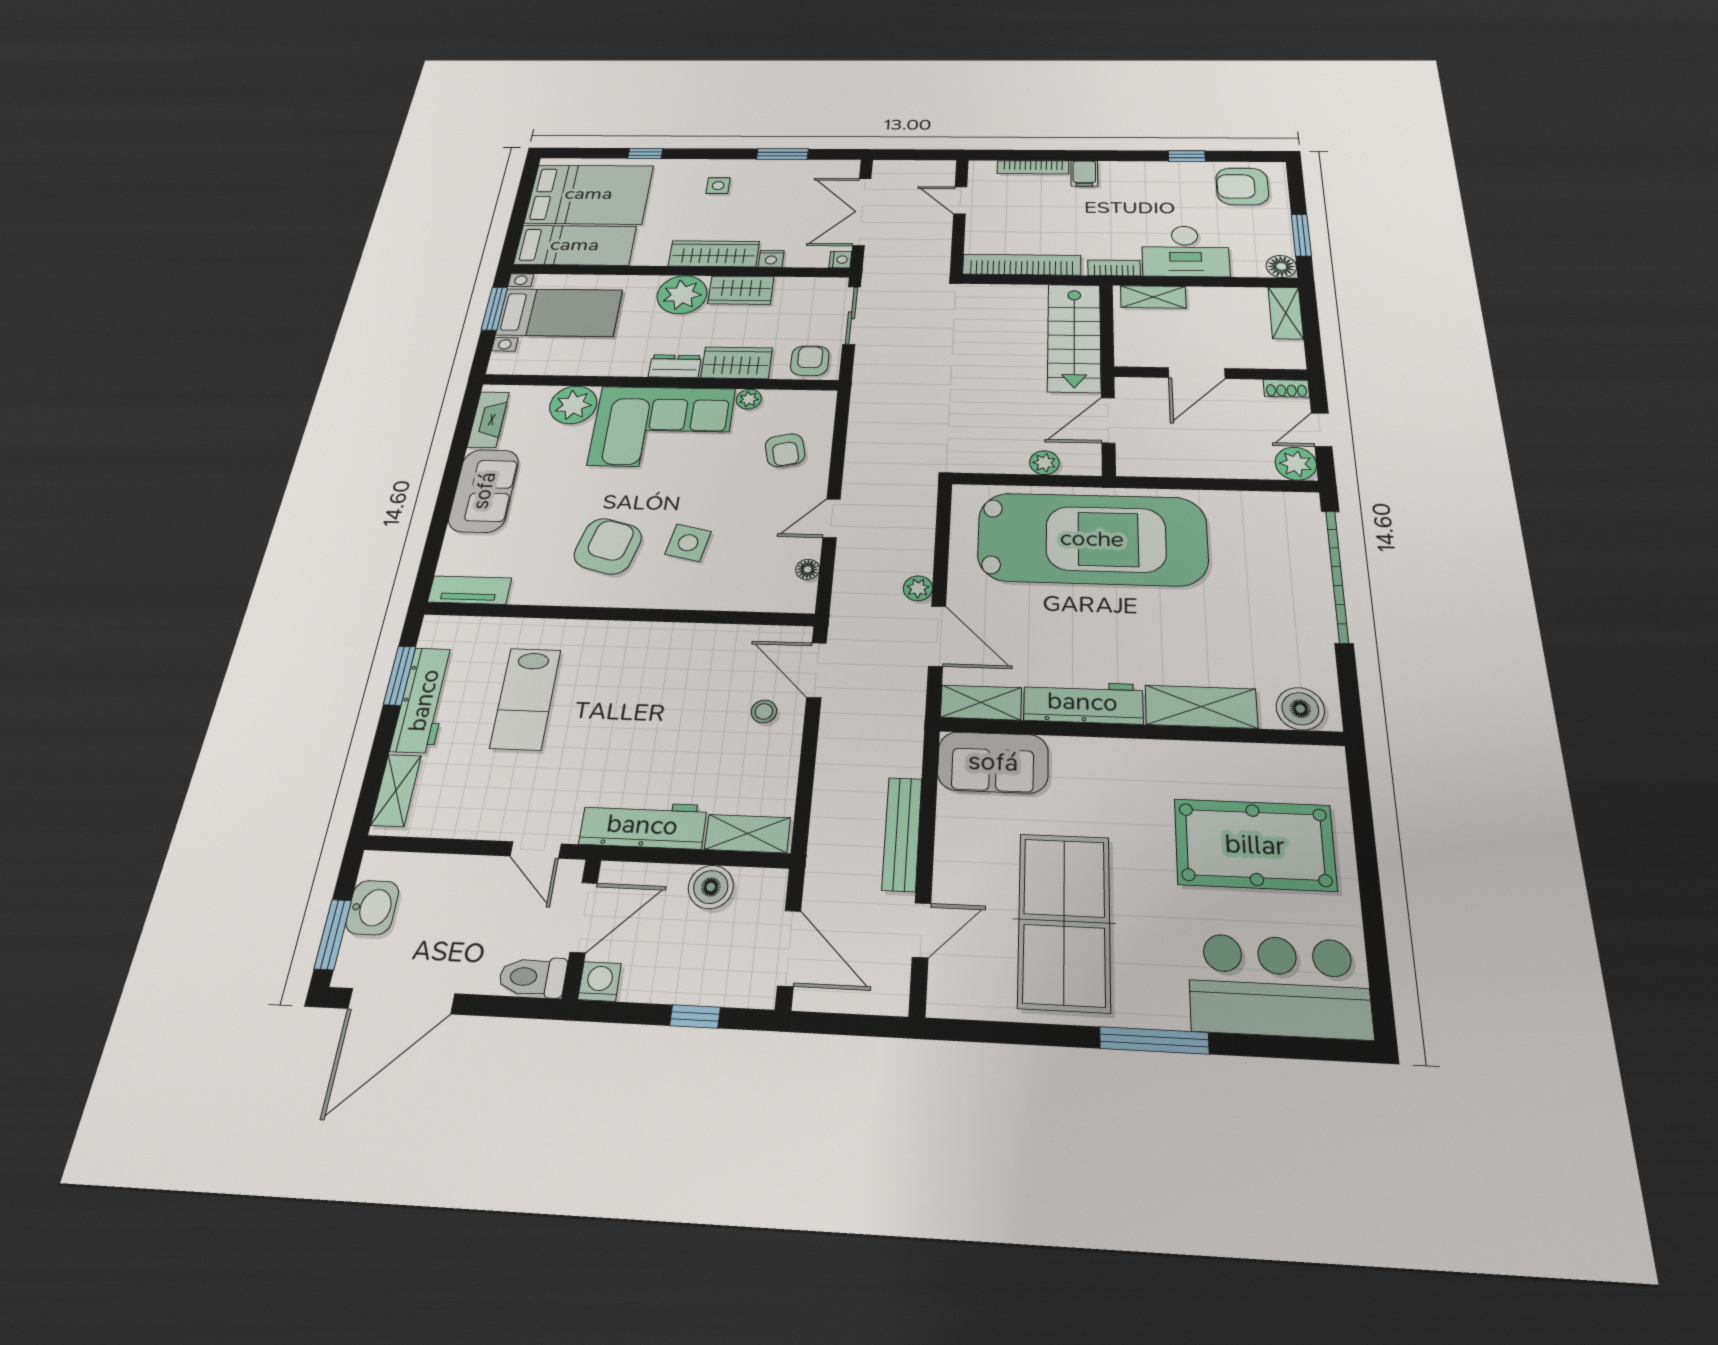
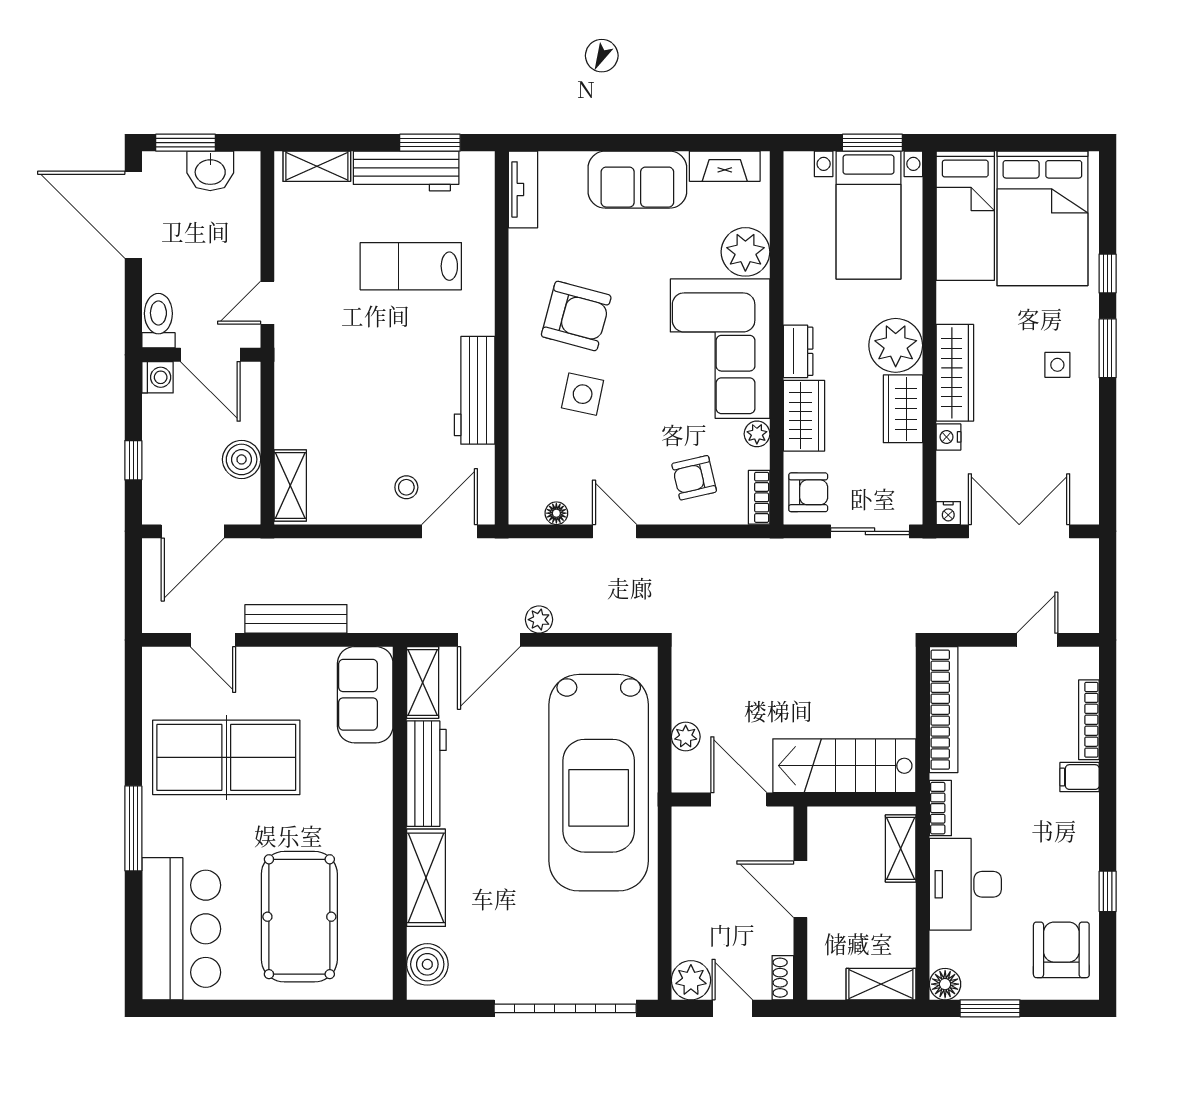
window: (782, 154) -> (1108, 348), moved
bookcase: (810, 399) -> (759, 497), added
workbench: (643, 825) -> (475, 390), moved, turned 180

